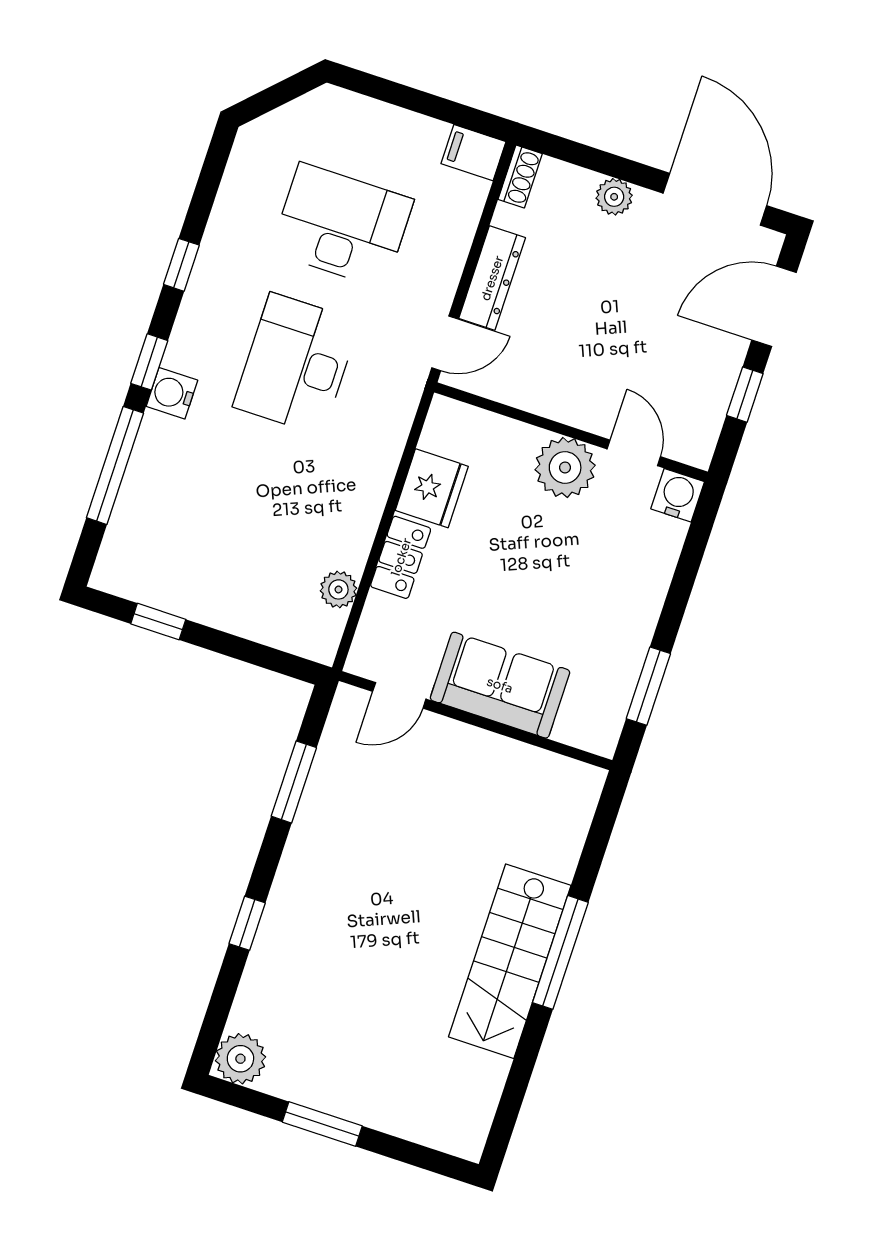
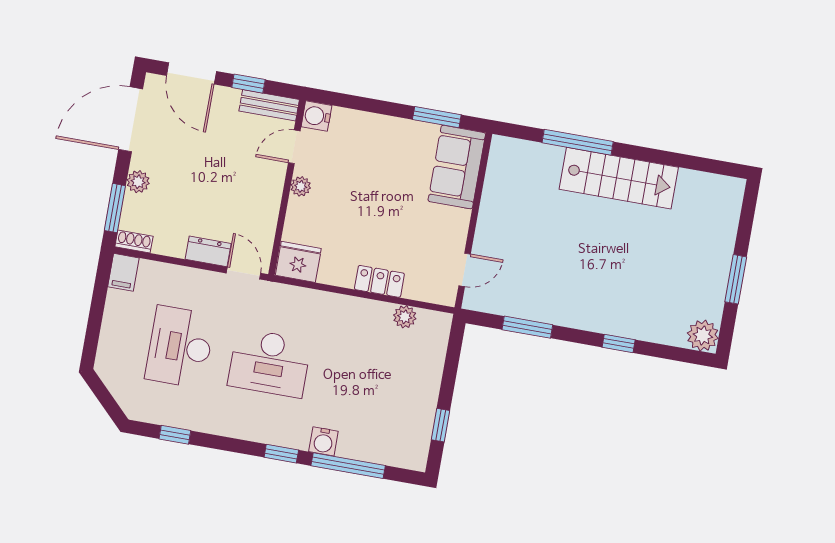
window: (578, 154) -> (115, 208), added
window: (181, 265) -> (175, 435), moved
dresser: (492, 278) -> (208, 251), width x0.70
water cooler: (172, 393) -> (323, 441), moved
bench: (706, 422) -> (269, 105), added
plant: (565, 467) -> (301, 186), width x0.53, depth x0.53
fridge: (432, 488) -> (298, 262), moved
sofa: (500, 685) -> (457, 167), moved
door: (399, 695) -> (465, 270), hinge flipped
window: (560, 952) -> (578, 142), moved

